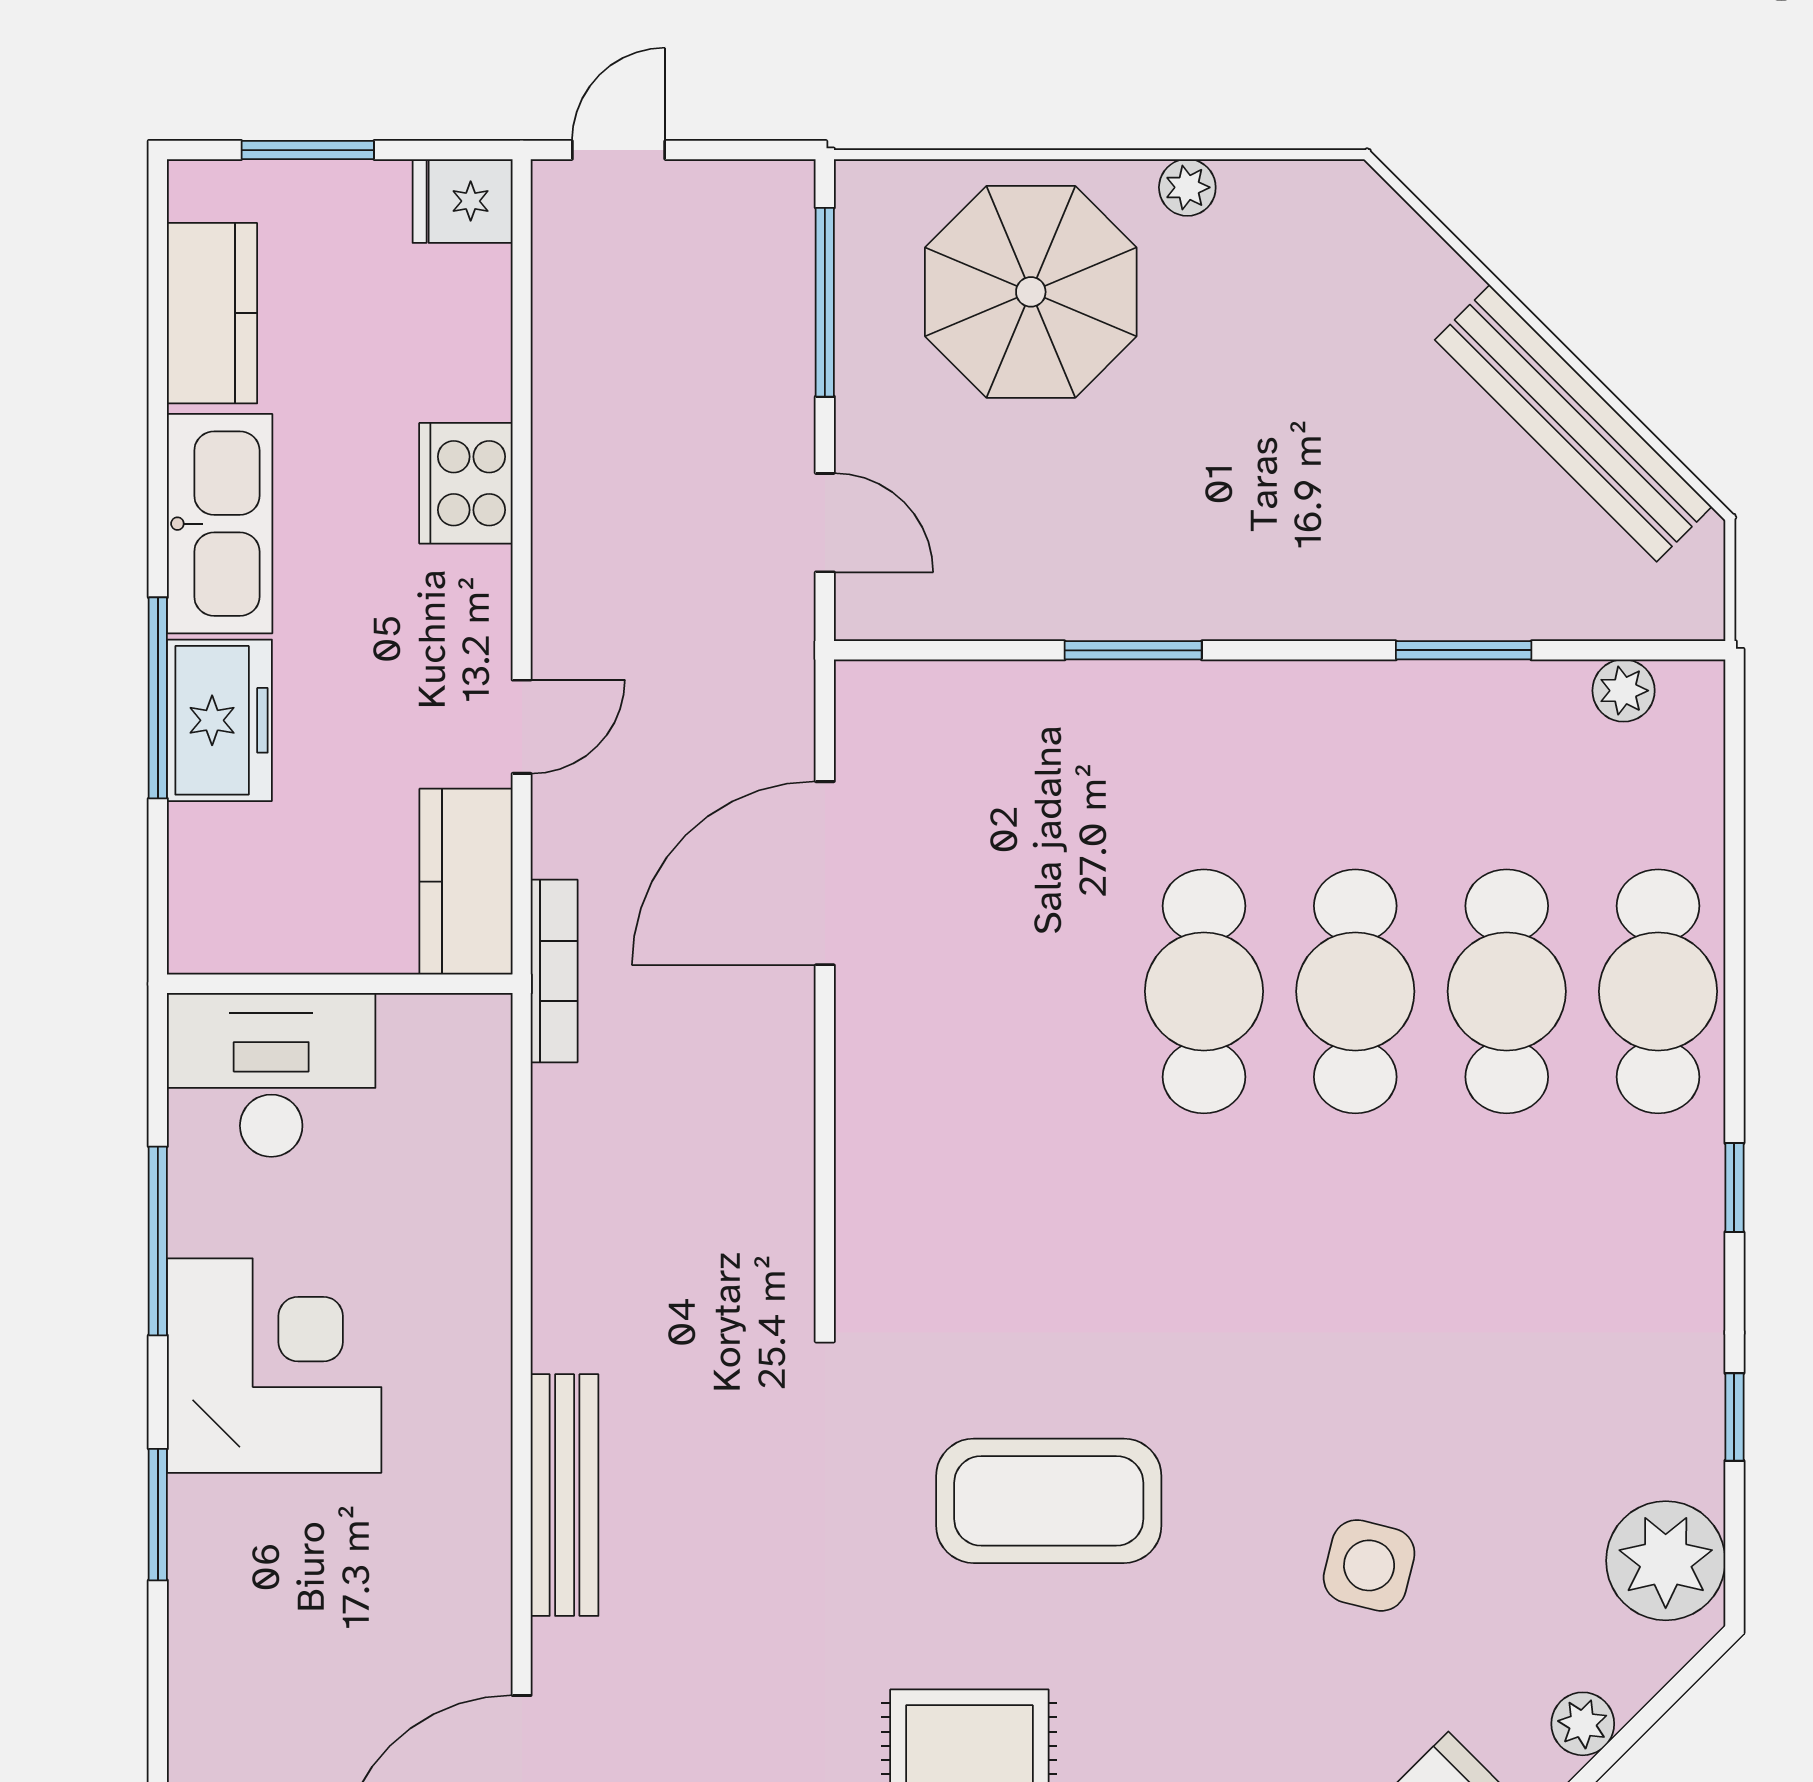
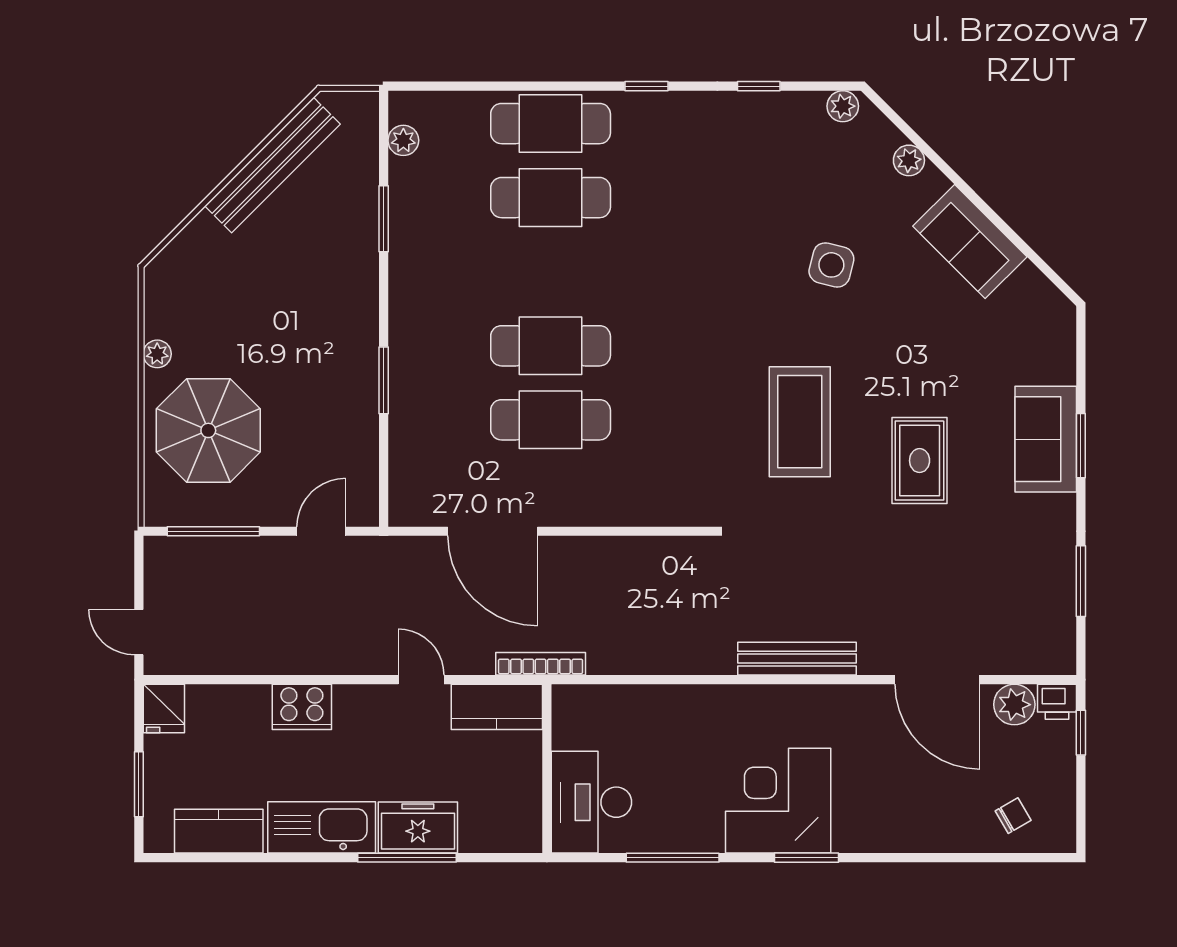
cafe table: (1355, 991) -> (551, 420), moved
corner desk: (274, 1366) -> (778, 801), moved
plant: (1666, 1561) -> (843, 106), width x0.53, depth x0.53

